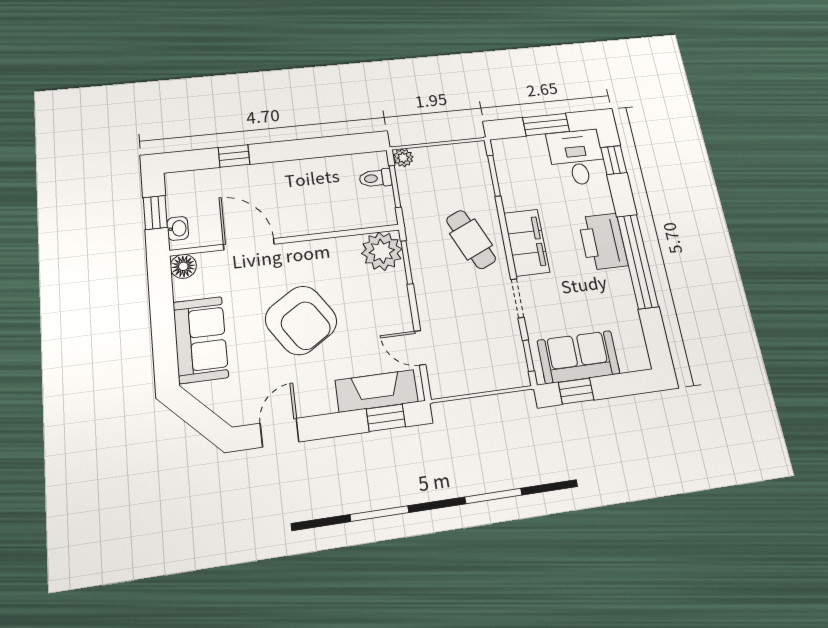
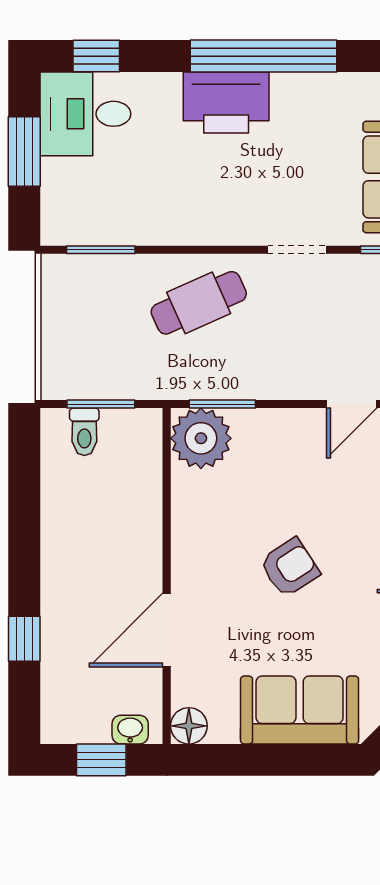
plant: (403, 158) -> (56, 385), removed
filing cabinet: (527, 243) -> (214, 220), removed
armchair: (301, 320) -> (290, 568), width x0.53, depth x0.53

